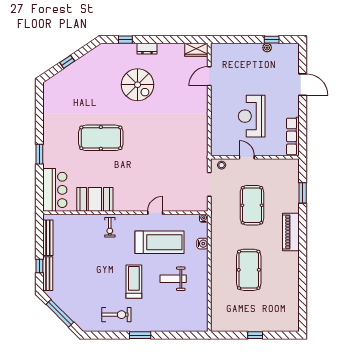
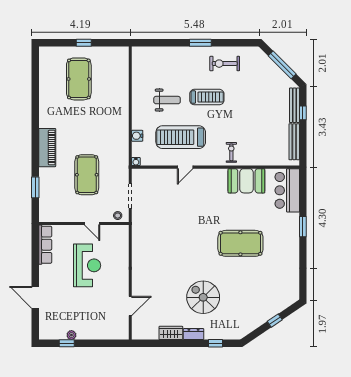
wardrobe: (196, 50) -> (171, 333), moved
pool table: (249, 270) -> (79, 79), moved
treadmill: (134, 282) -> (207, 97), turned -90

